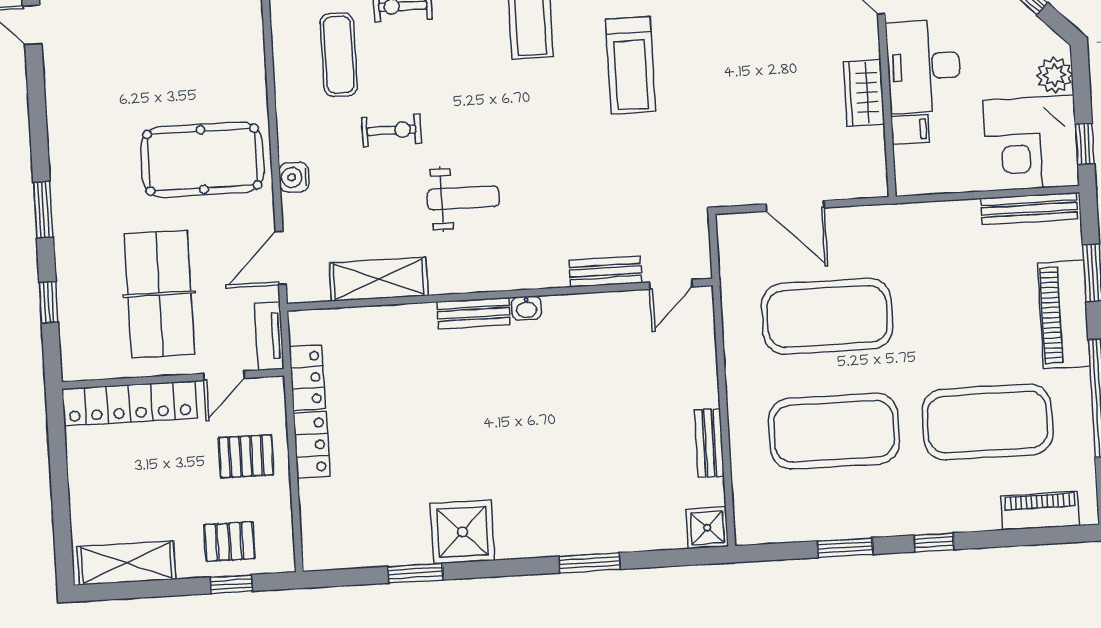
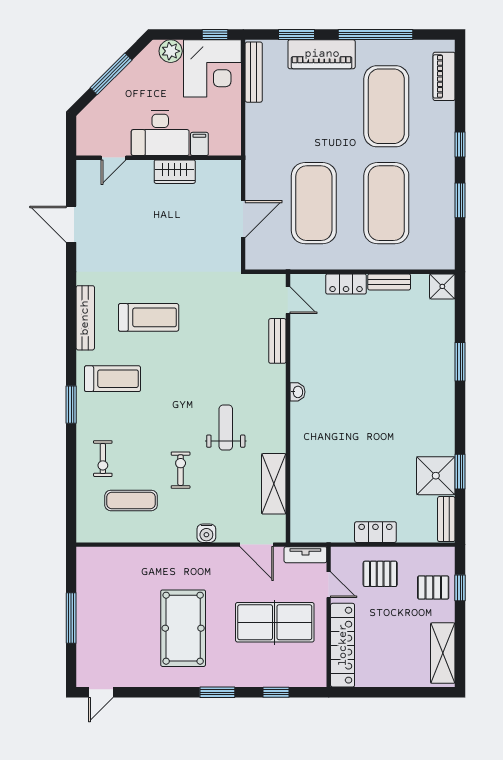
pool table: (202, 160) -> (183, 628), moved
bench: (474, 313) -> (446, 519), moved
locker: (307, 378) -> (346, 284), moved, turned 180
pallet: (246, 456) -> (380, 574), turned 90
shower: (462, 532) -> (436, 476), moved
pallet: (229, 542) -> (433, 588), turned 90

